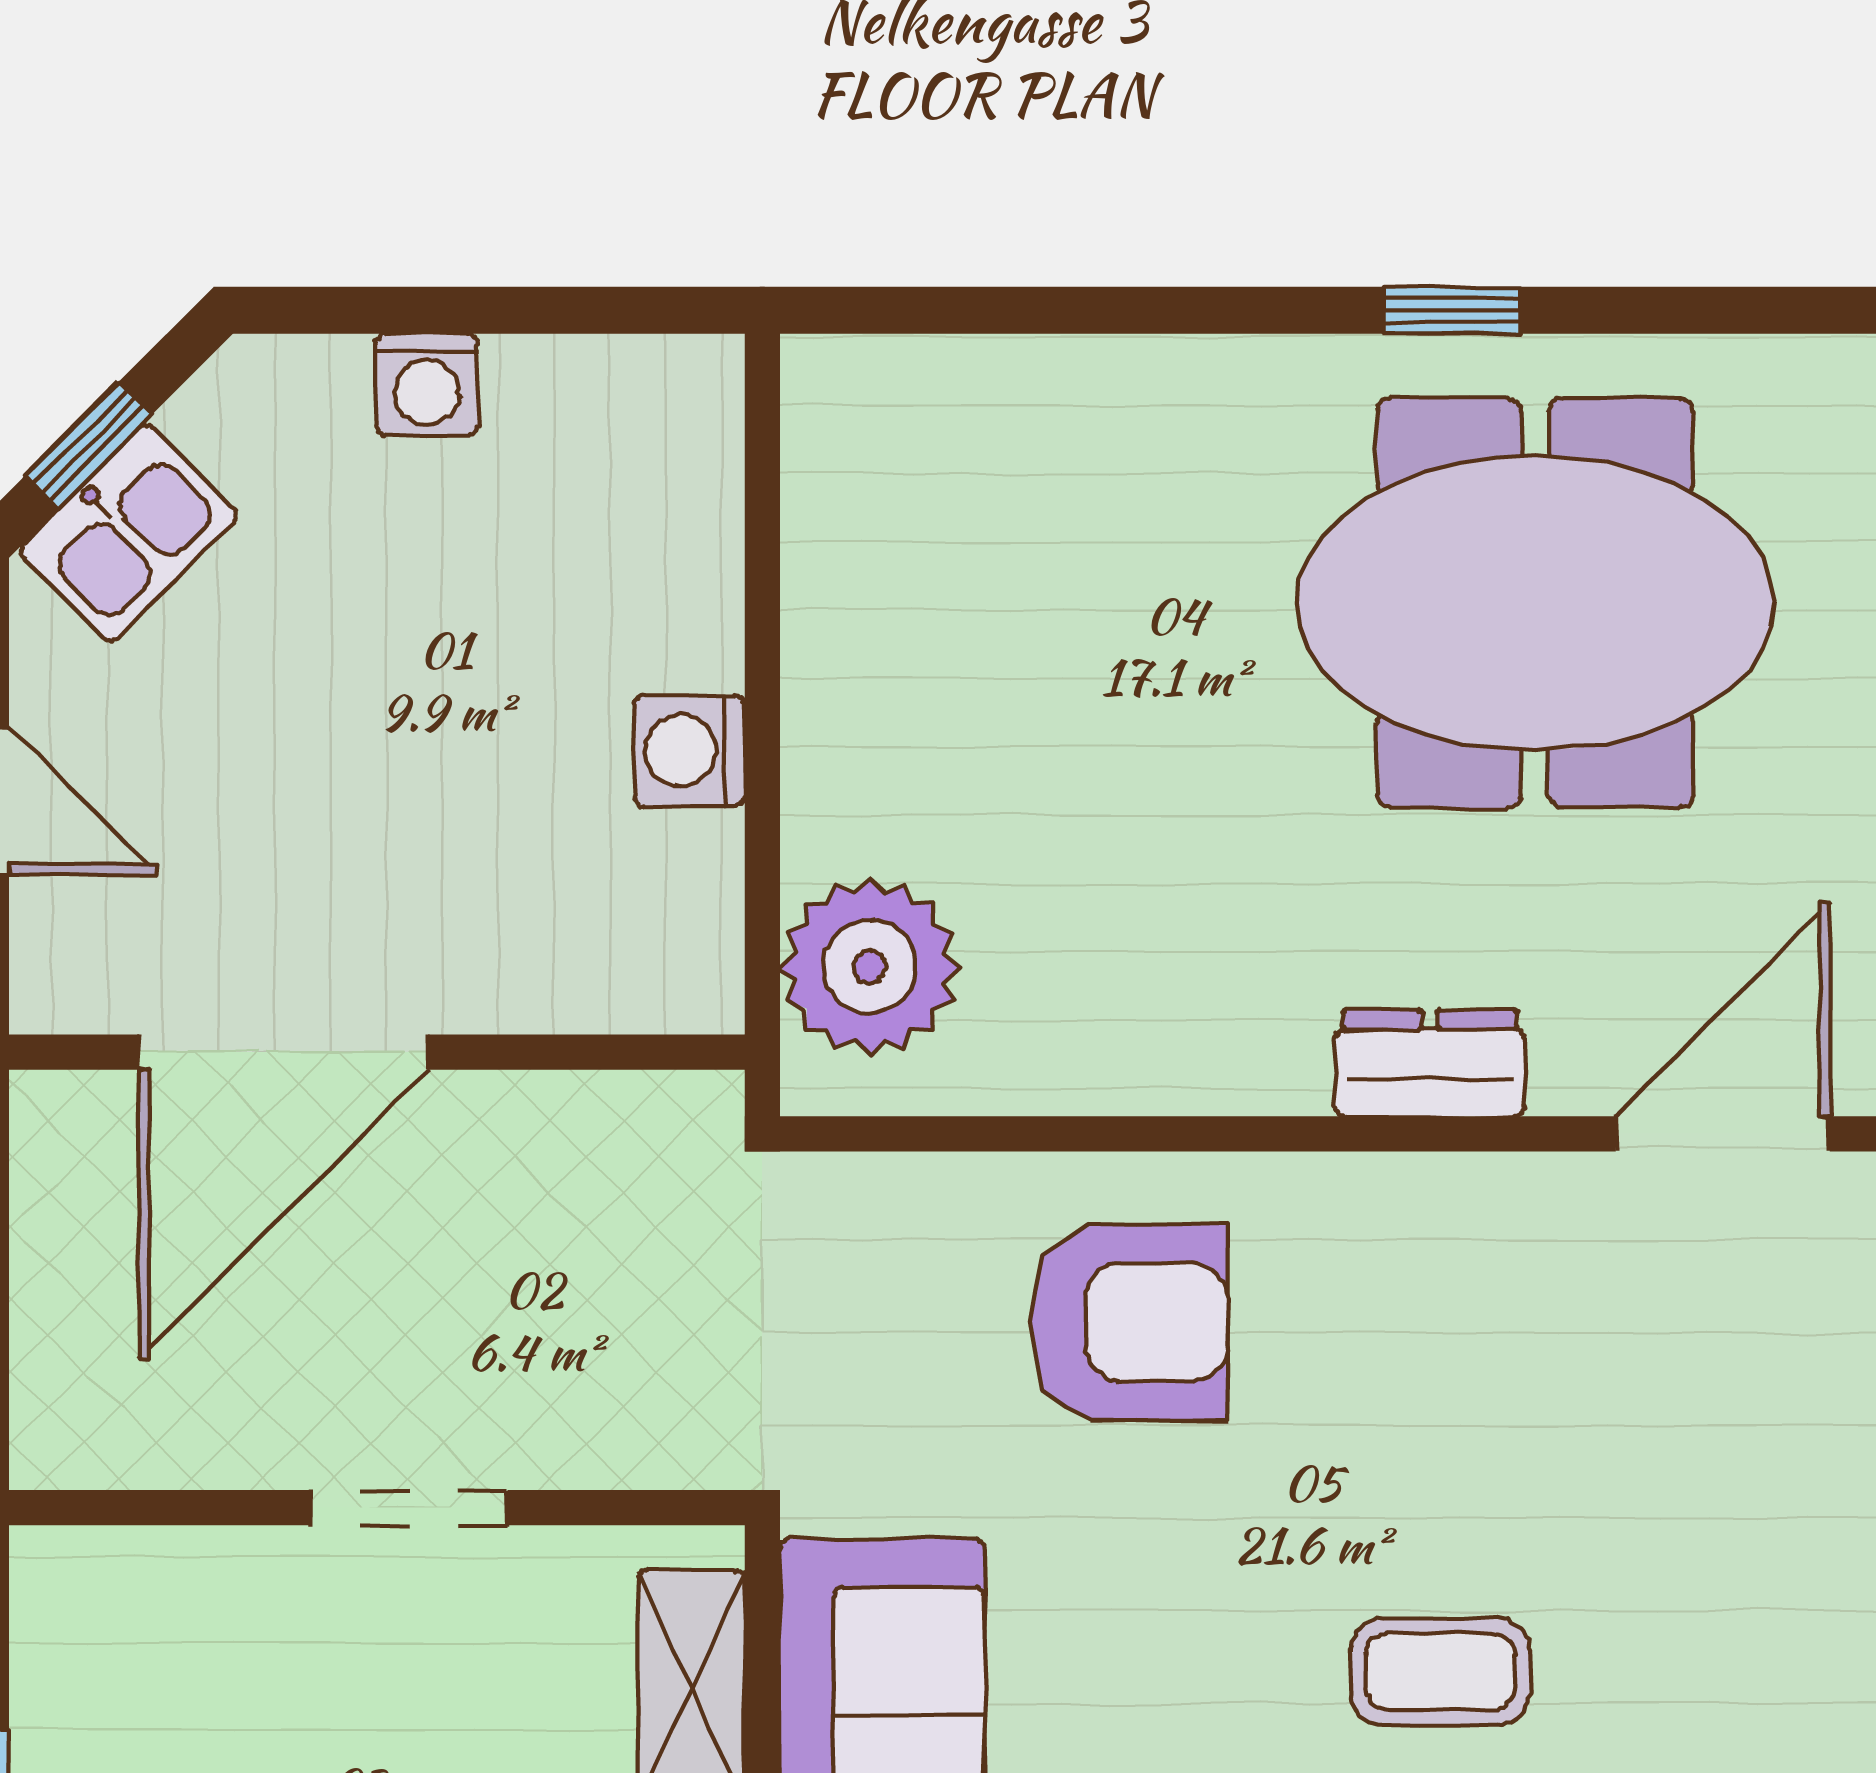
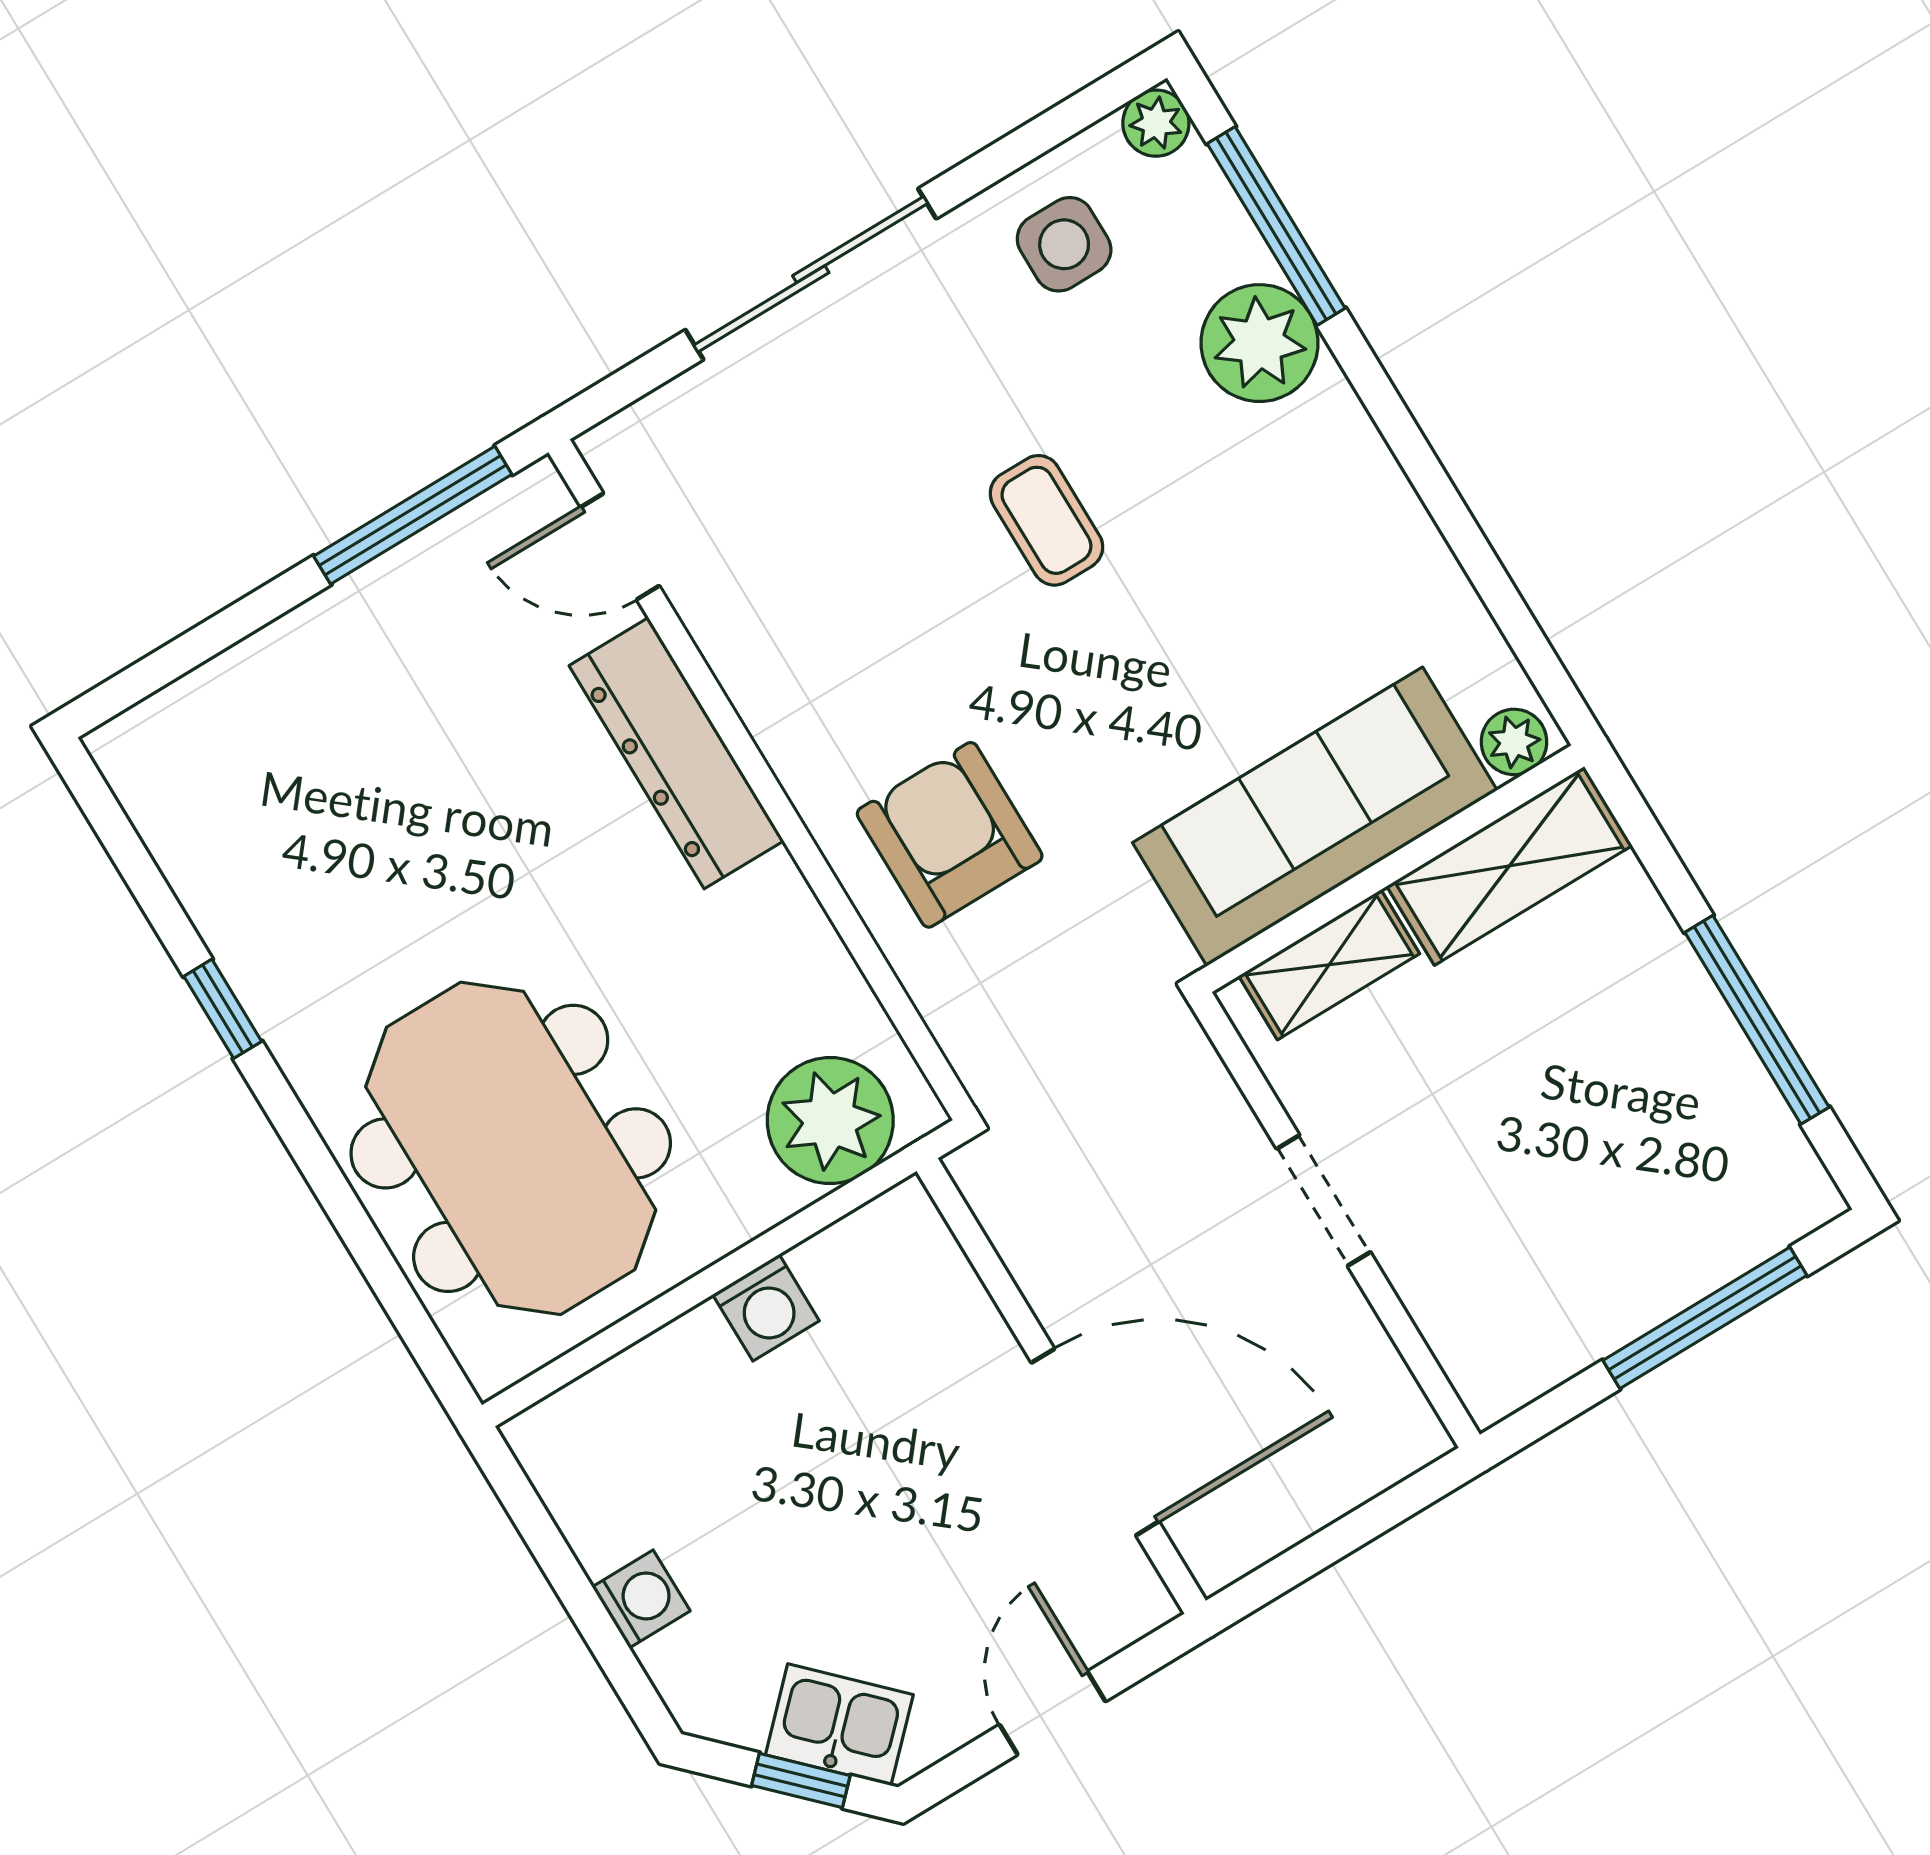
meeting table: (1535, 603) -> (511, 1148), moved
dresser: (1430, 1063) -> (676, 753), width x1.96, depth x1.24
door: (1723, 1134) -> (620, 546), width x0.73

